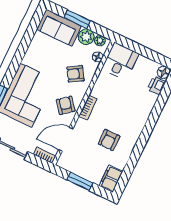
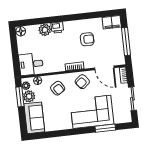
window: (77, 19) -> (20, 97), moved
printer: (157, 85) -> (57, 28), moved
plant: (149, 100) -> (45, 30), added
window: (80, 181) -> (126, 41), width x1.44

